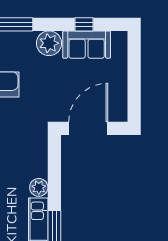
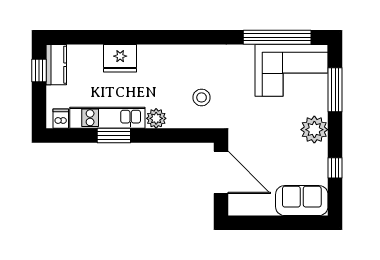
sofa: (87, 45) -> (302, 201), moved, turned 90
stool: (20, 146) -> (202, 97), added

